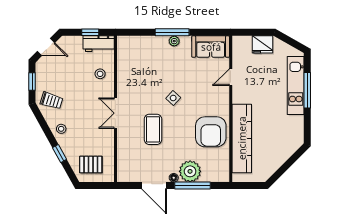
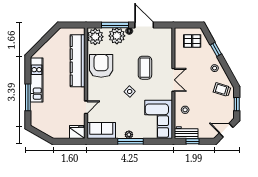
fridge: (262, 44) -> (77, 132), moved
corner sofa: (135, 61) -> (159, 119), added
kitchen unit: (296, 86) -> (37, 80), moved
plant: (219, 170) -> (95, 37), added

